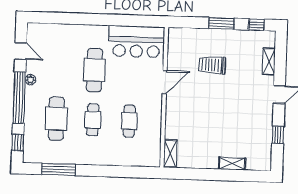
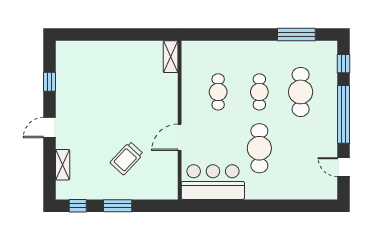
trolley: (212, 65) -> (127, 158), turned 132
plant: (30, 80) -> (331, 135), removed
shelving: (232, 164) -> (100, 48), removed

